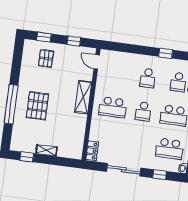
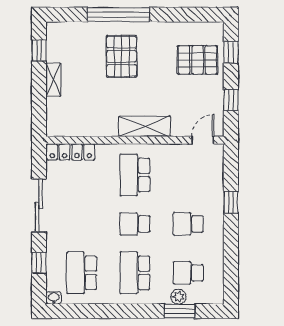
window: (166, 53) -> (231, 202), moved
pallet: (46, 59) -> (198, 60), width x1.50, depth x1.42
pallet: (37, 106) -> (121, 56), turned 90
locker: (92, 151) -> (71, 152), width x1.53

